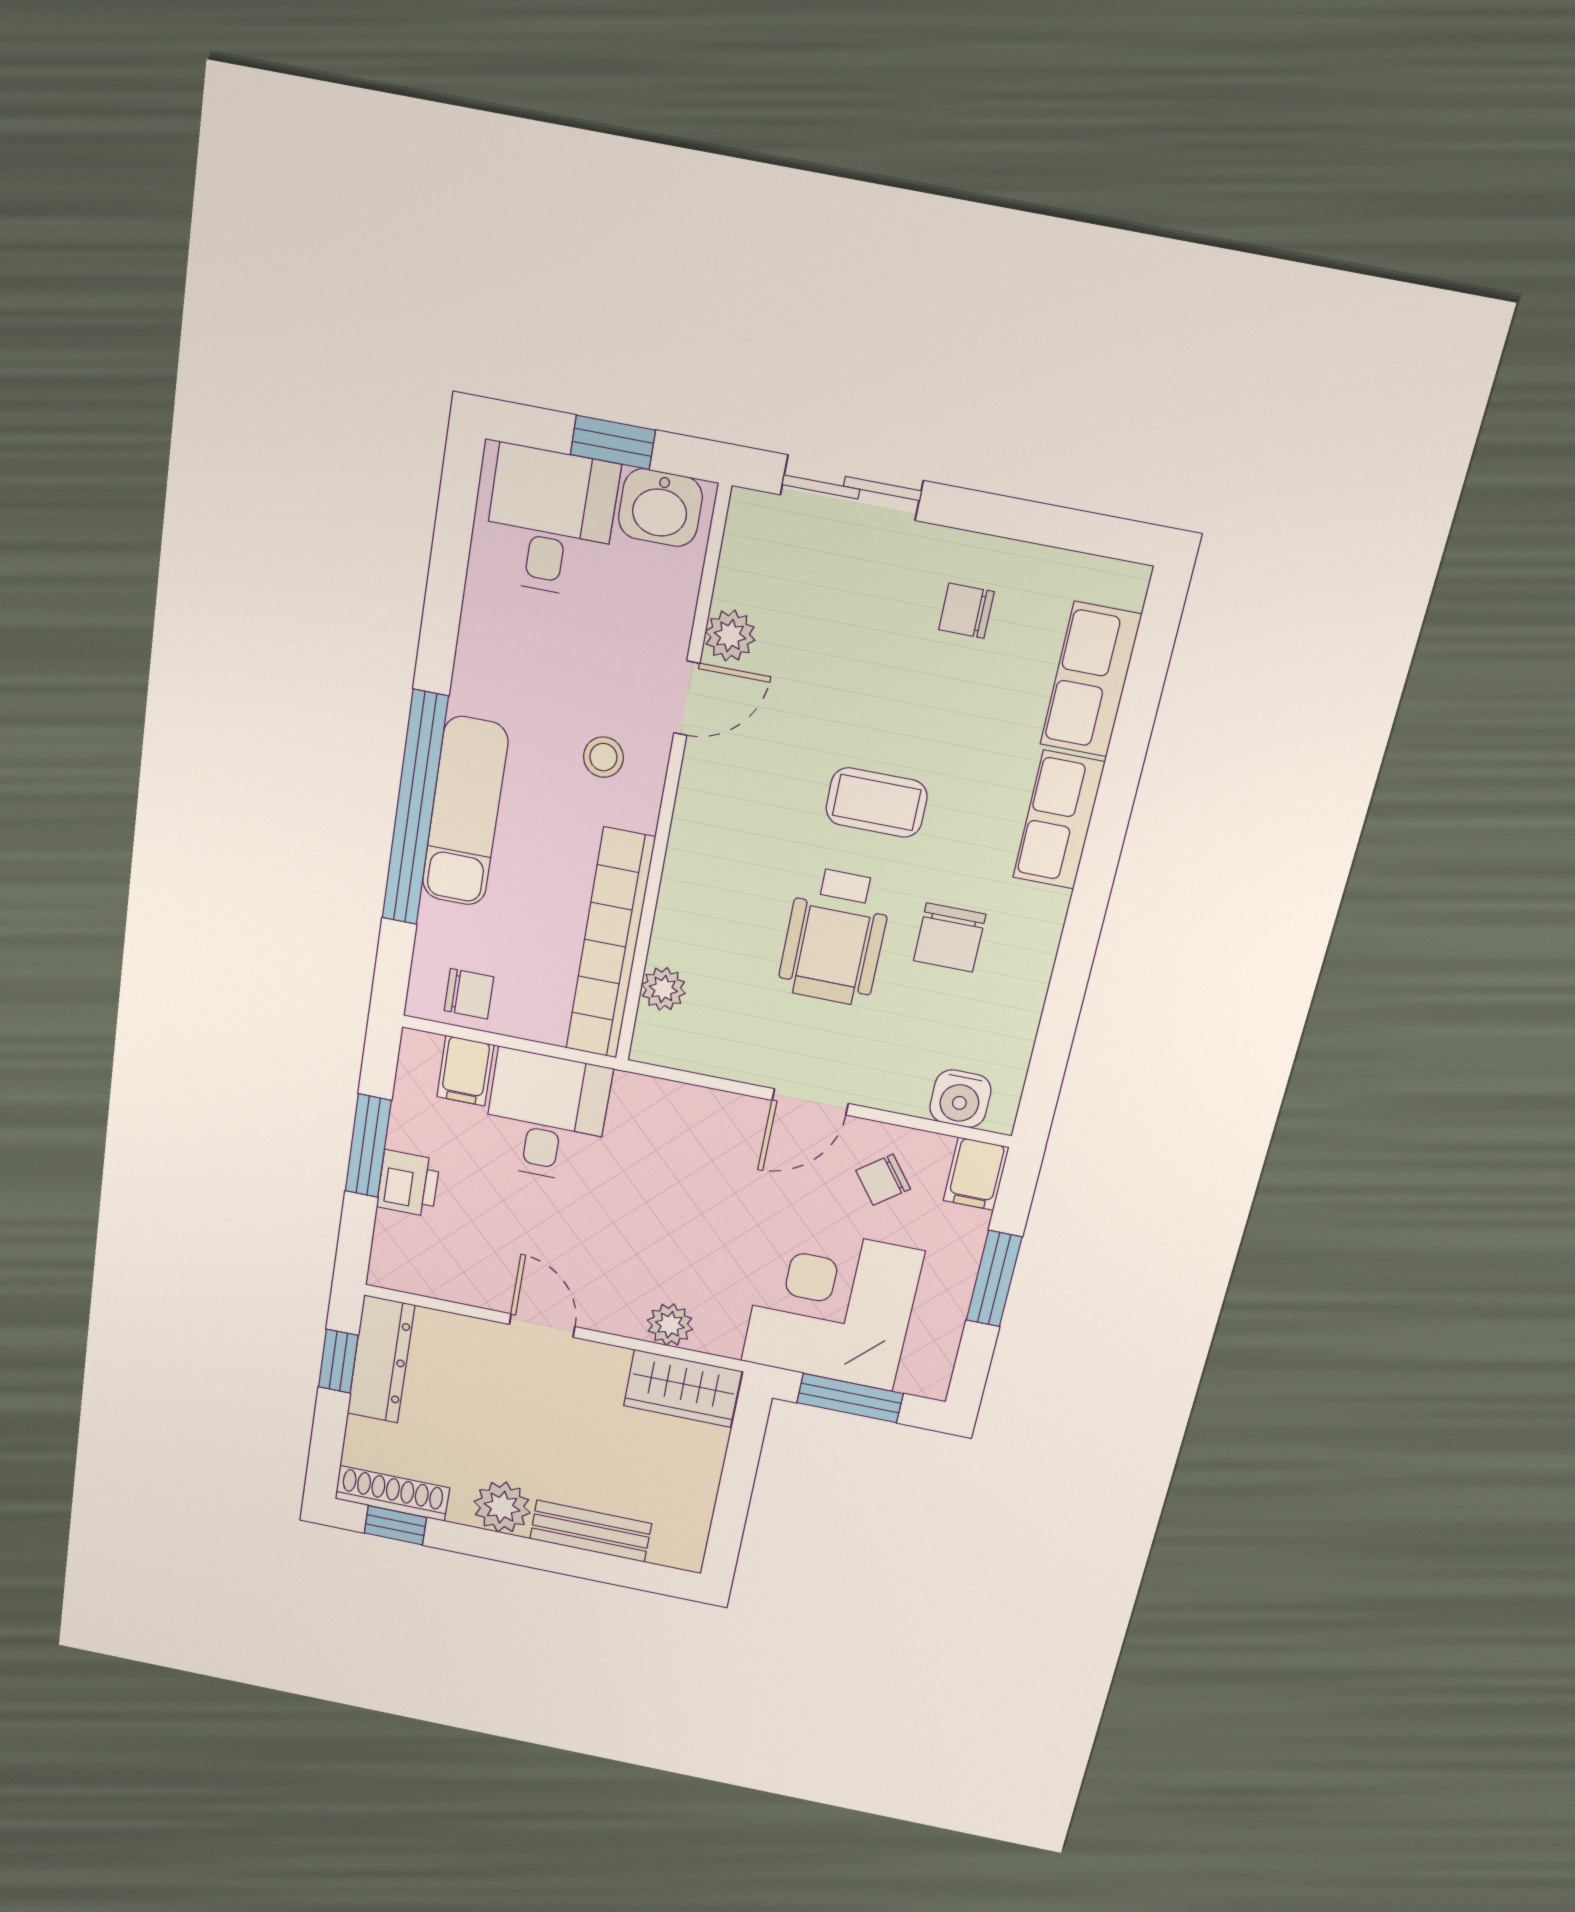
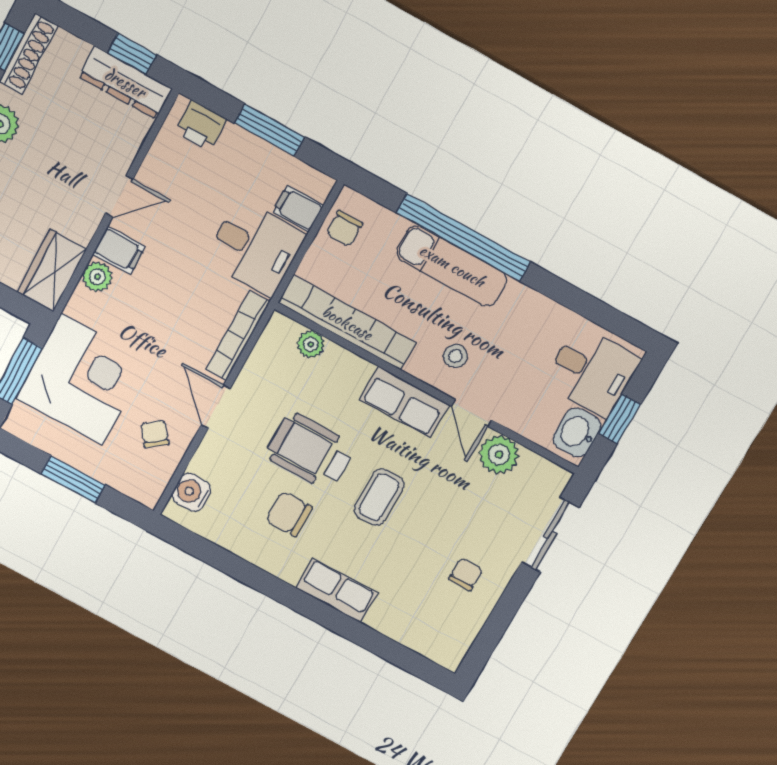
plant: (730, 636) -> (499, 455), width x1.38, depth x1.38
row of seats: (1090, 680) -> (404, 402), moved, turned 180
bookcase: (688, 1102) -> (238, 336), added
filing cabinet: (976, 1174) -> (119, 250), moved, turned 180
printer: (408, 1184) -> (201, 126), moved

